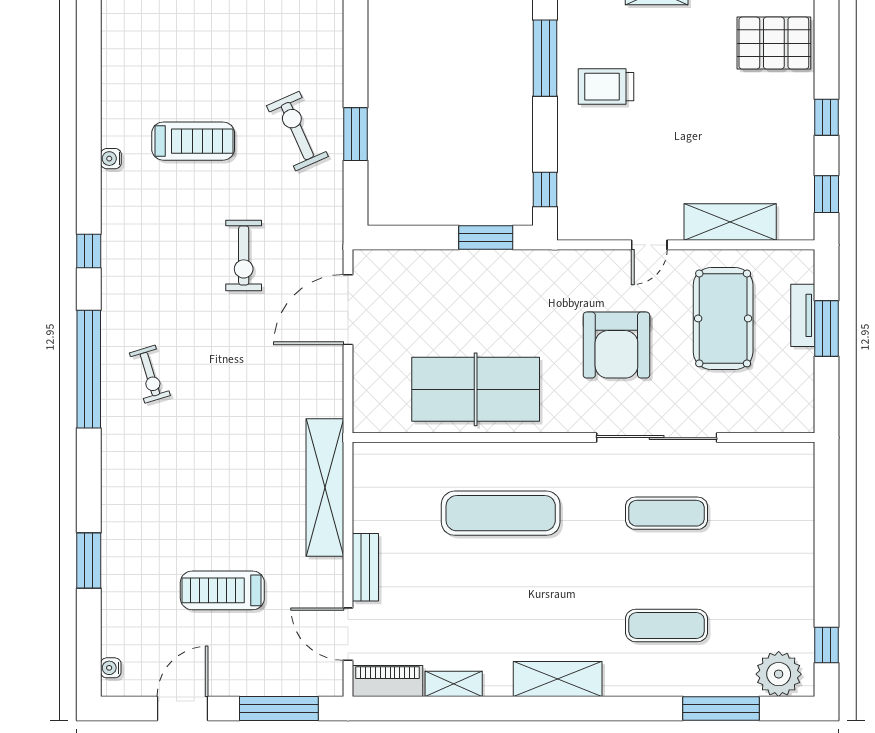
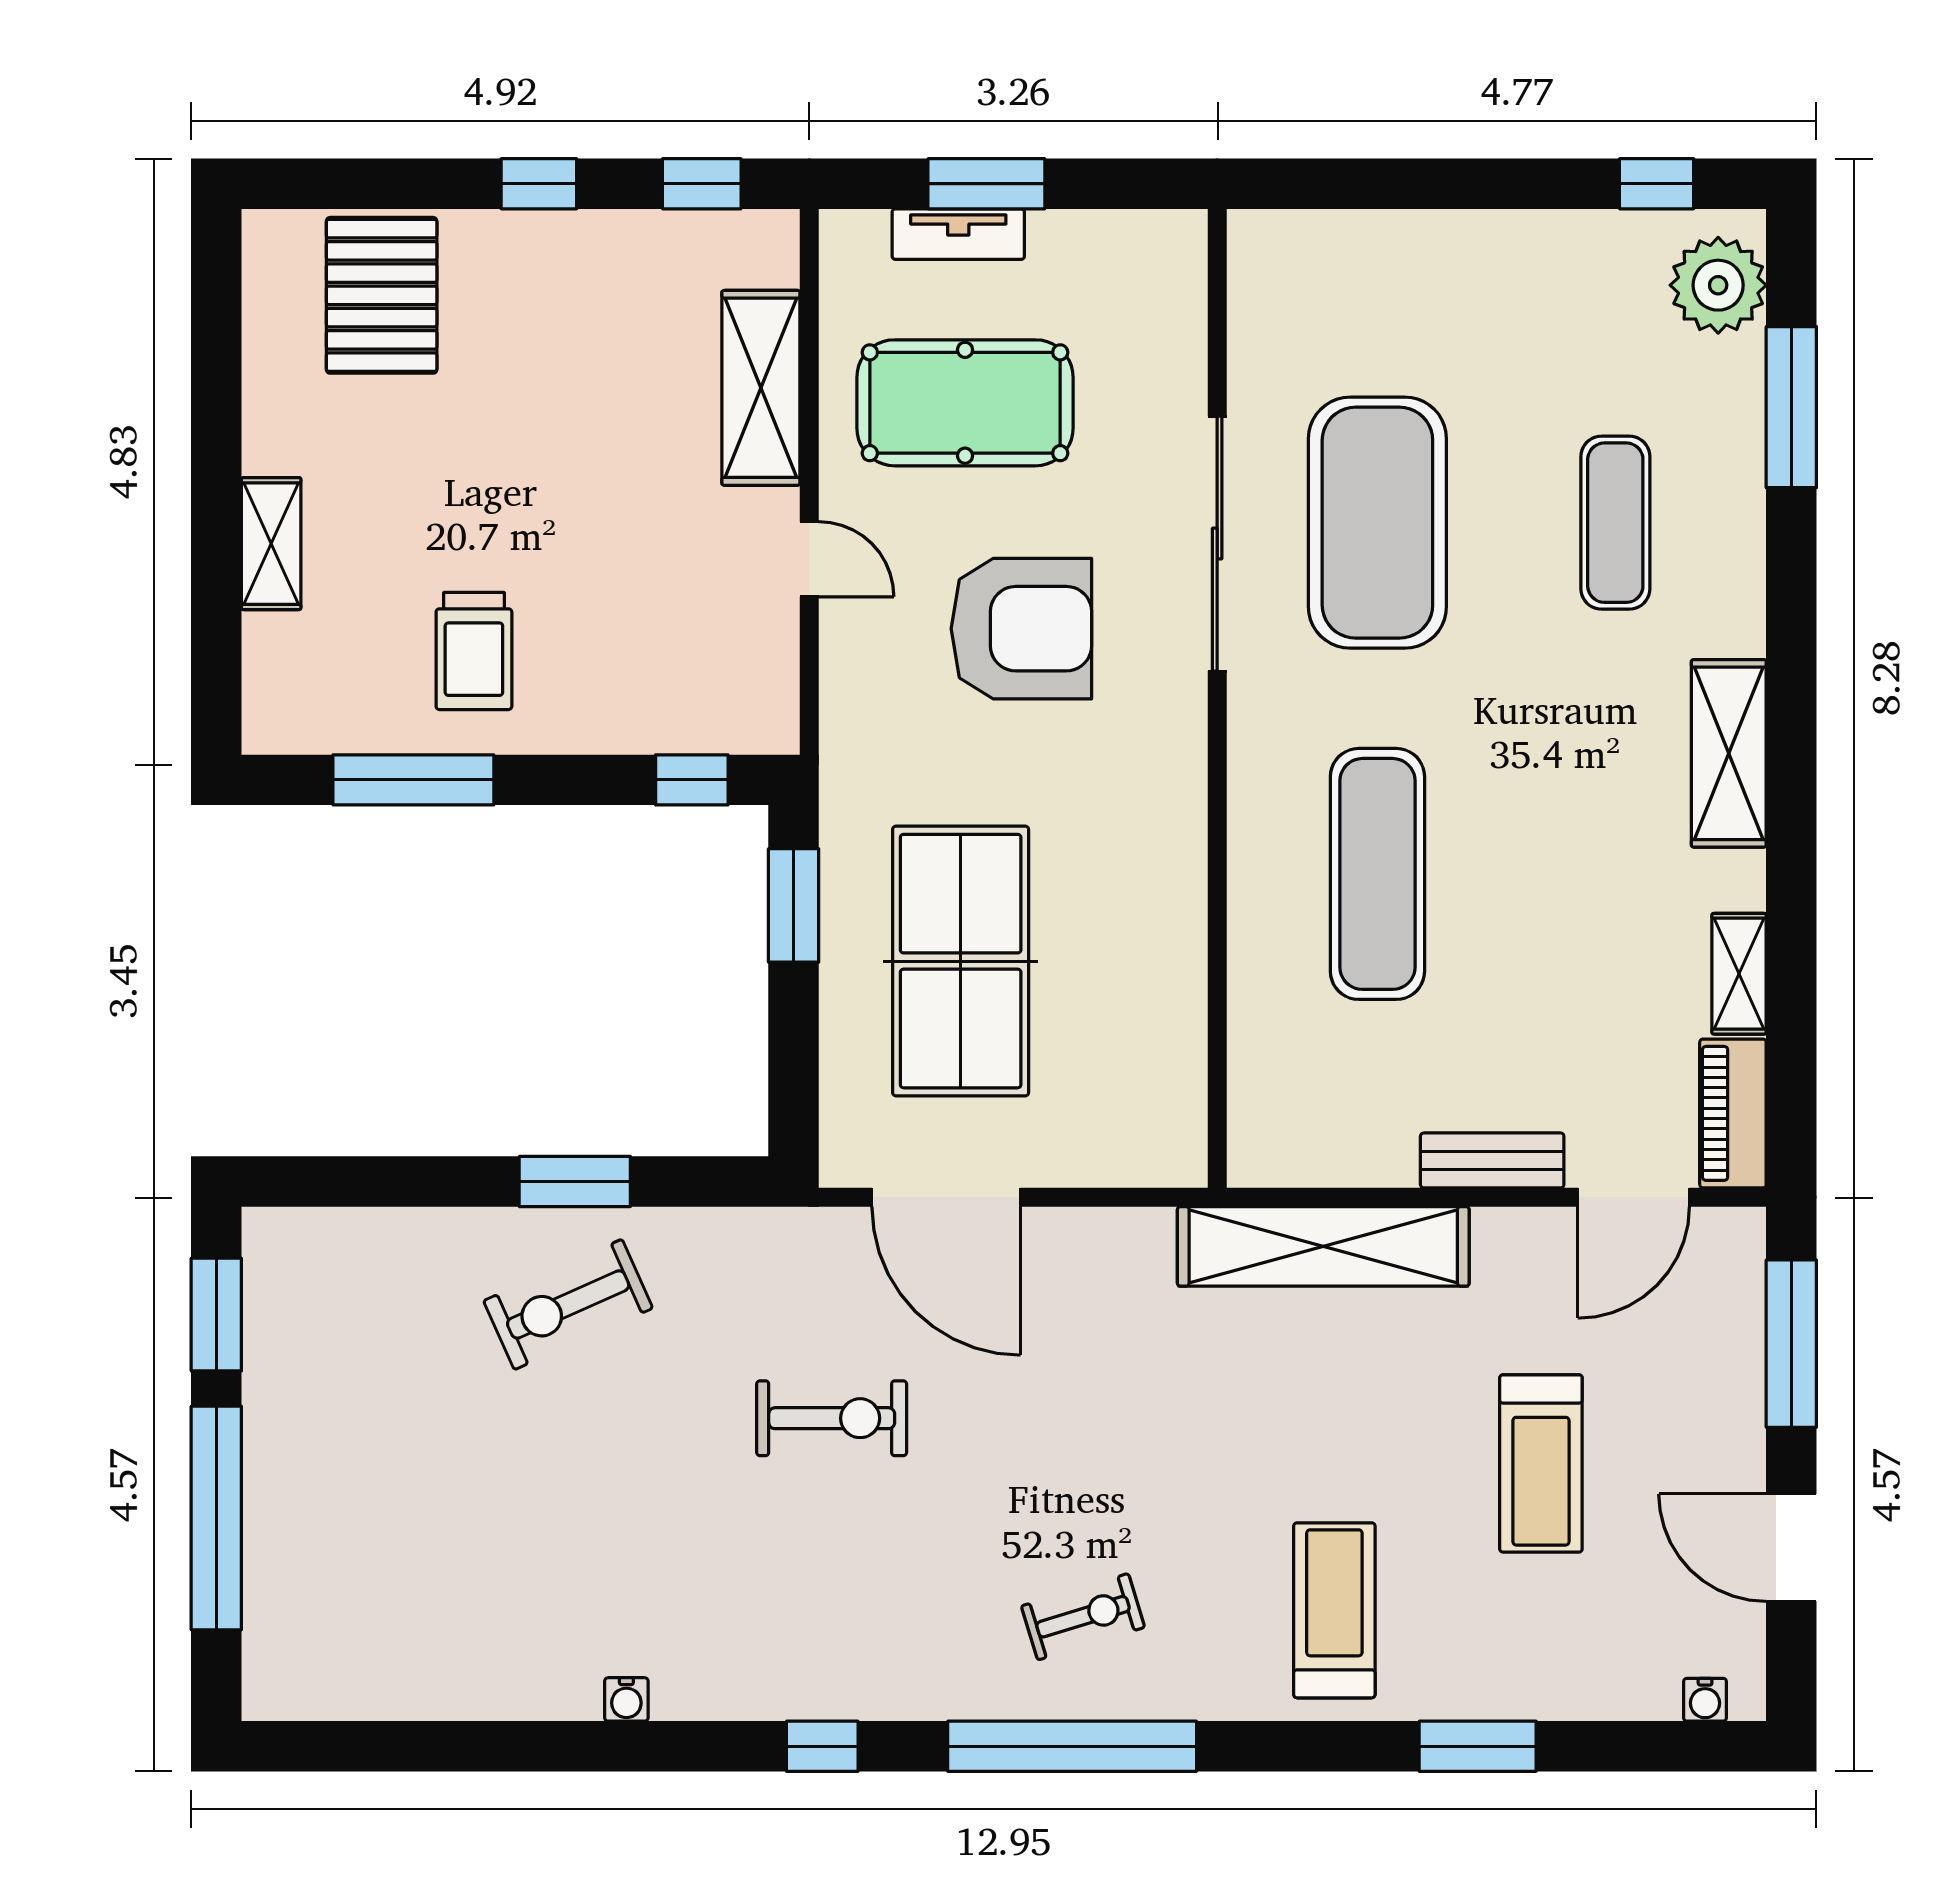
treadmill: (193, 141) -> (1334, 1610), moved
table tennis table: (476, 389) -> (961, 961), moved
exercise mat: (667, 513) -> (1377, 523), width x2.00, depth x1.45

